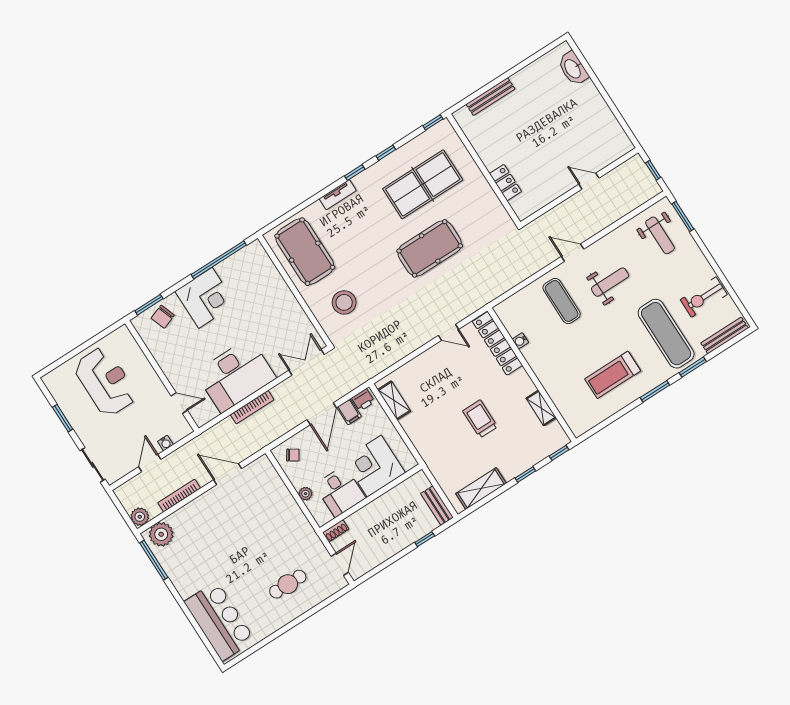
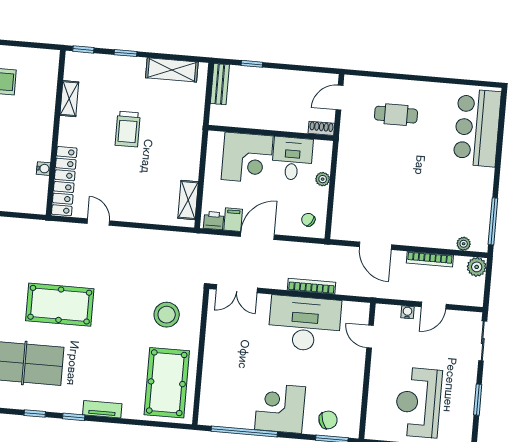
plant: (161, 534) -> (464, 244), width x0.53, depth x0.53

